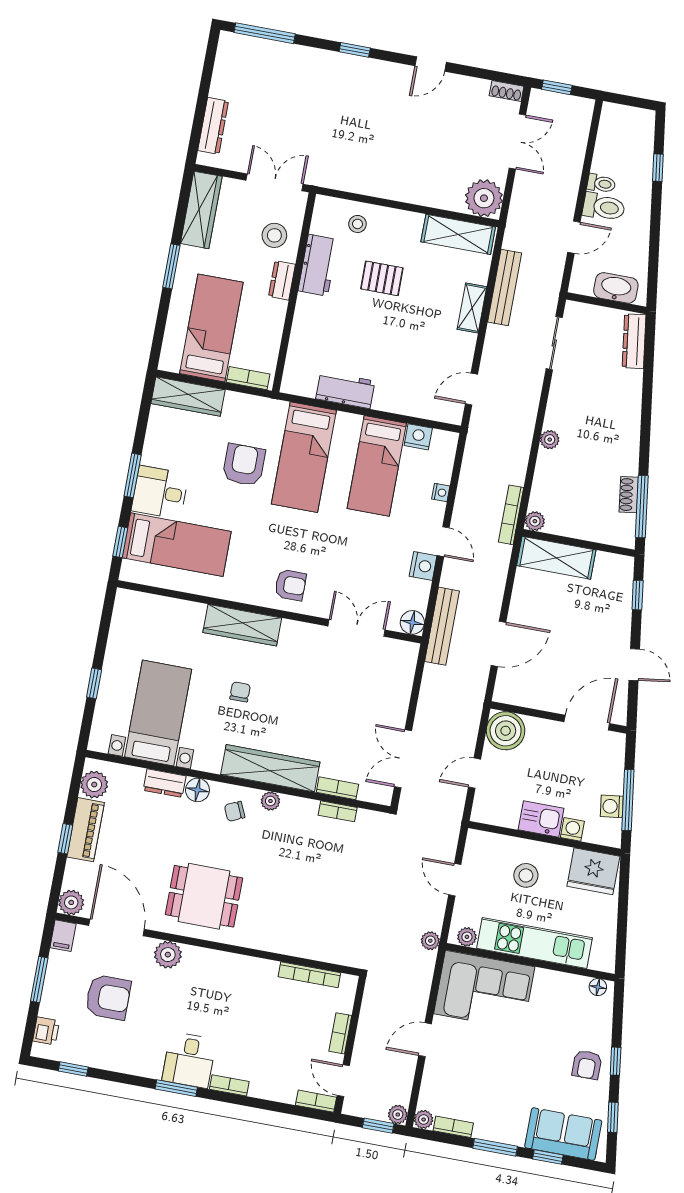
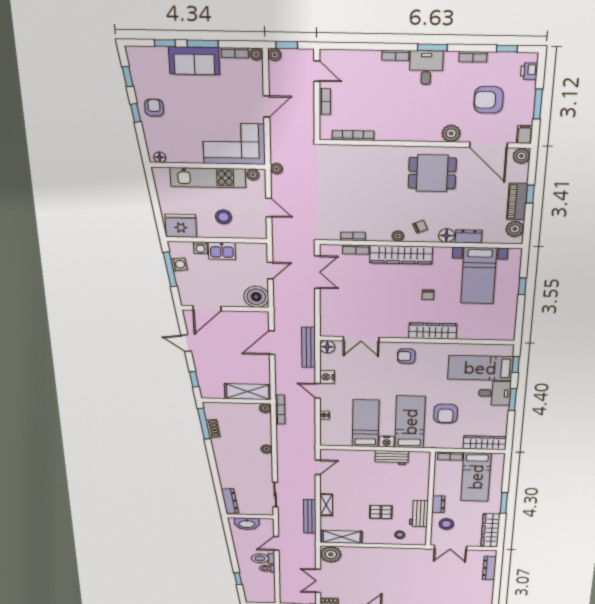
nightstand: (418, 437) -> (387, 442), moved
bookcase: (316, 1101) -> (473, 57), moved
sofa: (563, 1134) -> (194, 61), moved

